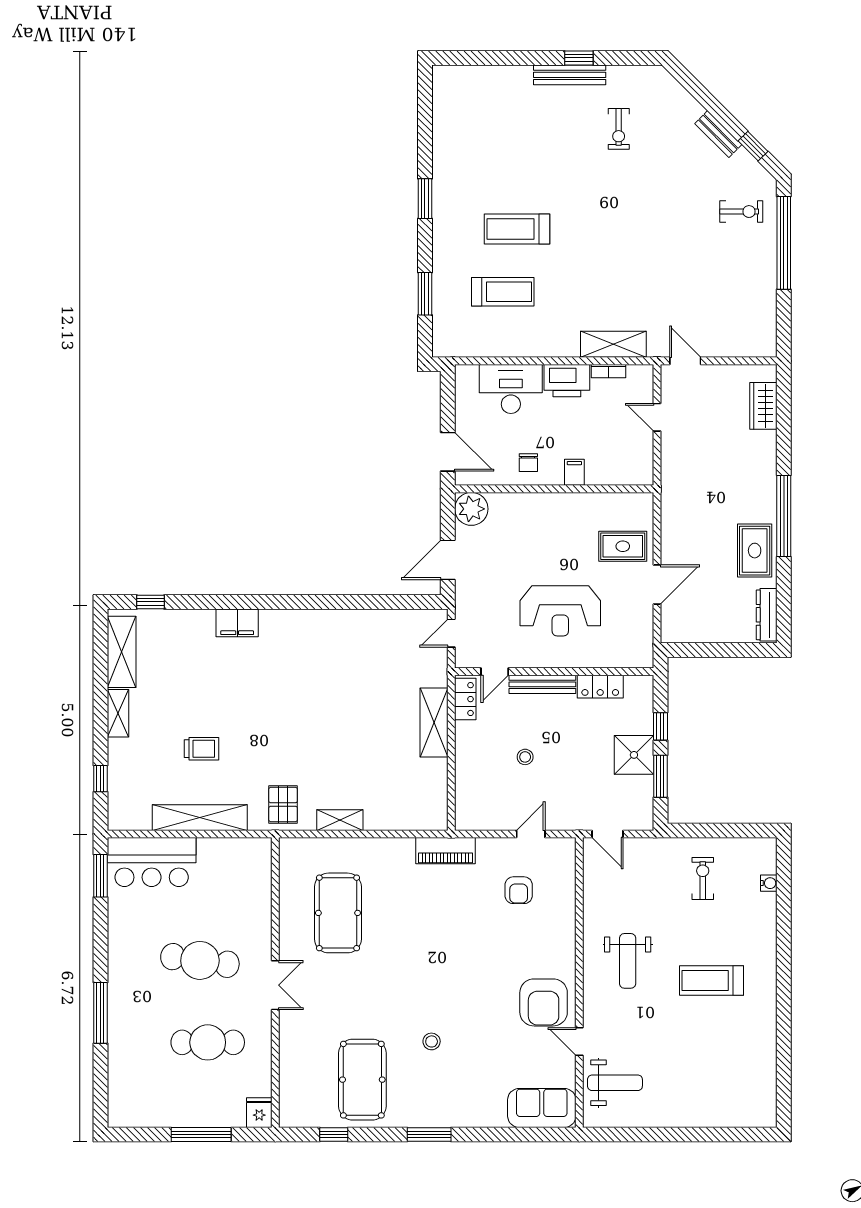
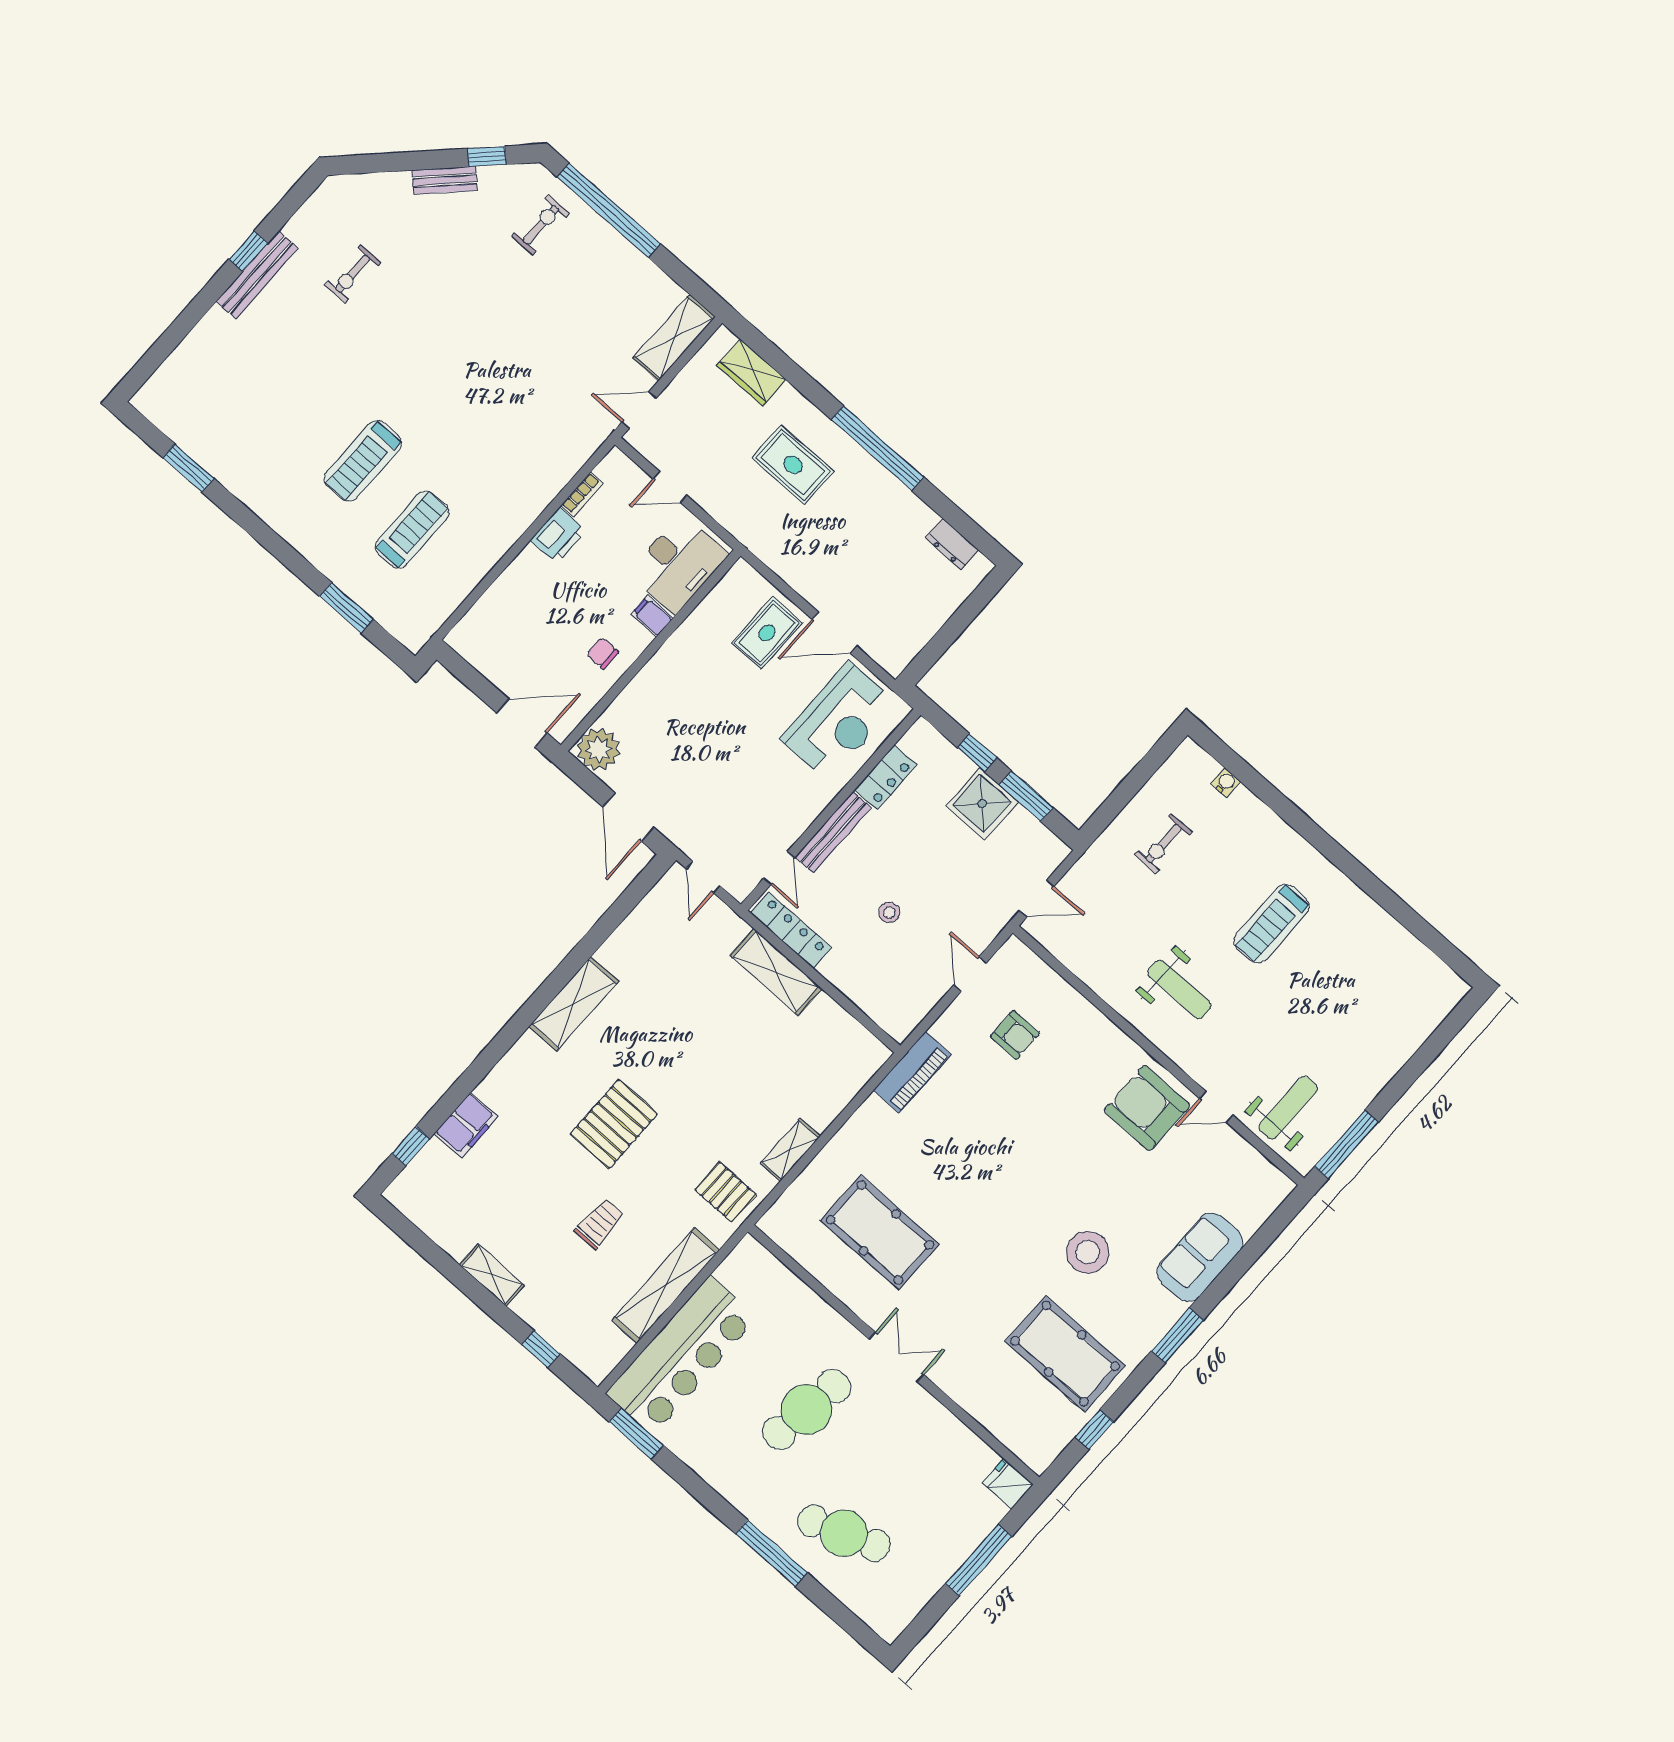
exercise bike: (619, 129) -> (353, 274), turned 90
window: (425, 199) -> (188, 468), moved
shelving: (613, 344) -> (674, 338), moved
printer: (567, 381) -> (558, 535), width x0.73, depth x0.84
desk: (511, 389) -> (678, 564), moved, turned 180
chair: (528, 463) -> (603, 653), turned 180
rug: (755, 551) -> (793, 465), moved
door: (657, 584) -> (834, 633), swing flipped
reception desk: (560, 611) -> (838, 721), moved
dresser: (767, 615) -> (952, 544), width x0.70
filing cabinet: (237, 623) -> (466, 1125), moved
shelving: (122, 652) -> (574, 1004), moved, turned 90
locker: (465, 699) -> (791, 931), width x1.53
pallet: (266, 707) -> (614, 1124), added
bar counter: (152, 862) -> (682, 1356), width x1.36
exercise bike: (703, 878) -> (1163, 843), turned -90
armchair: (544, 1002) -> (1147, 1108), turned 180
stool: (432, 1041) -> (1088, 1252), width x1.89, depth x1.89
cafe table: (208, 1042) -> (844, 1533), moved, turned 70
sofa: (542, 1108) -> (1200, 1257), moved
window: (624, 1135) -> (1347, 1144), added

